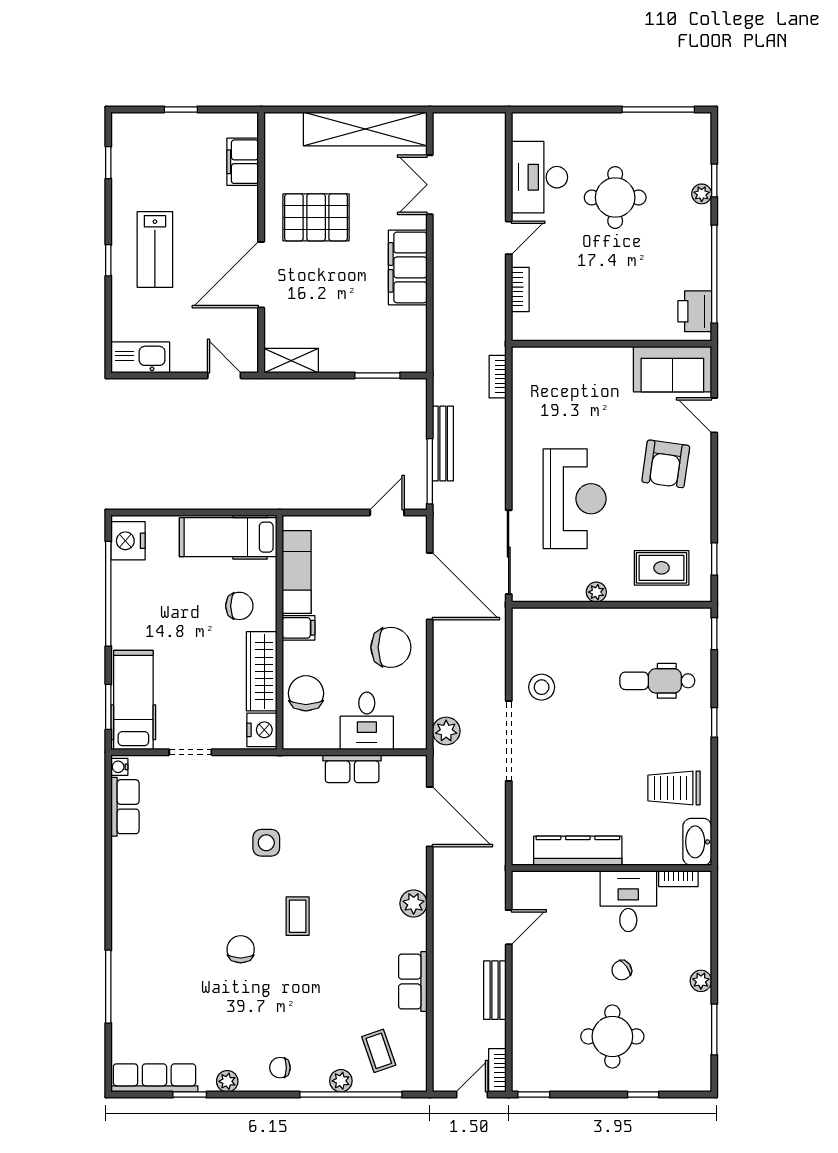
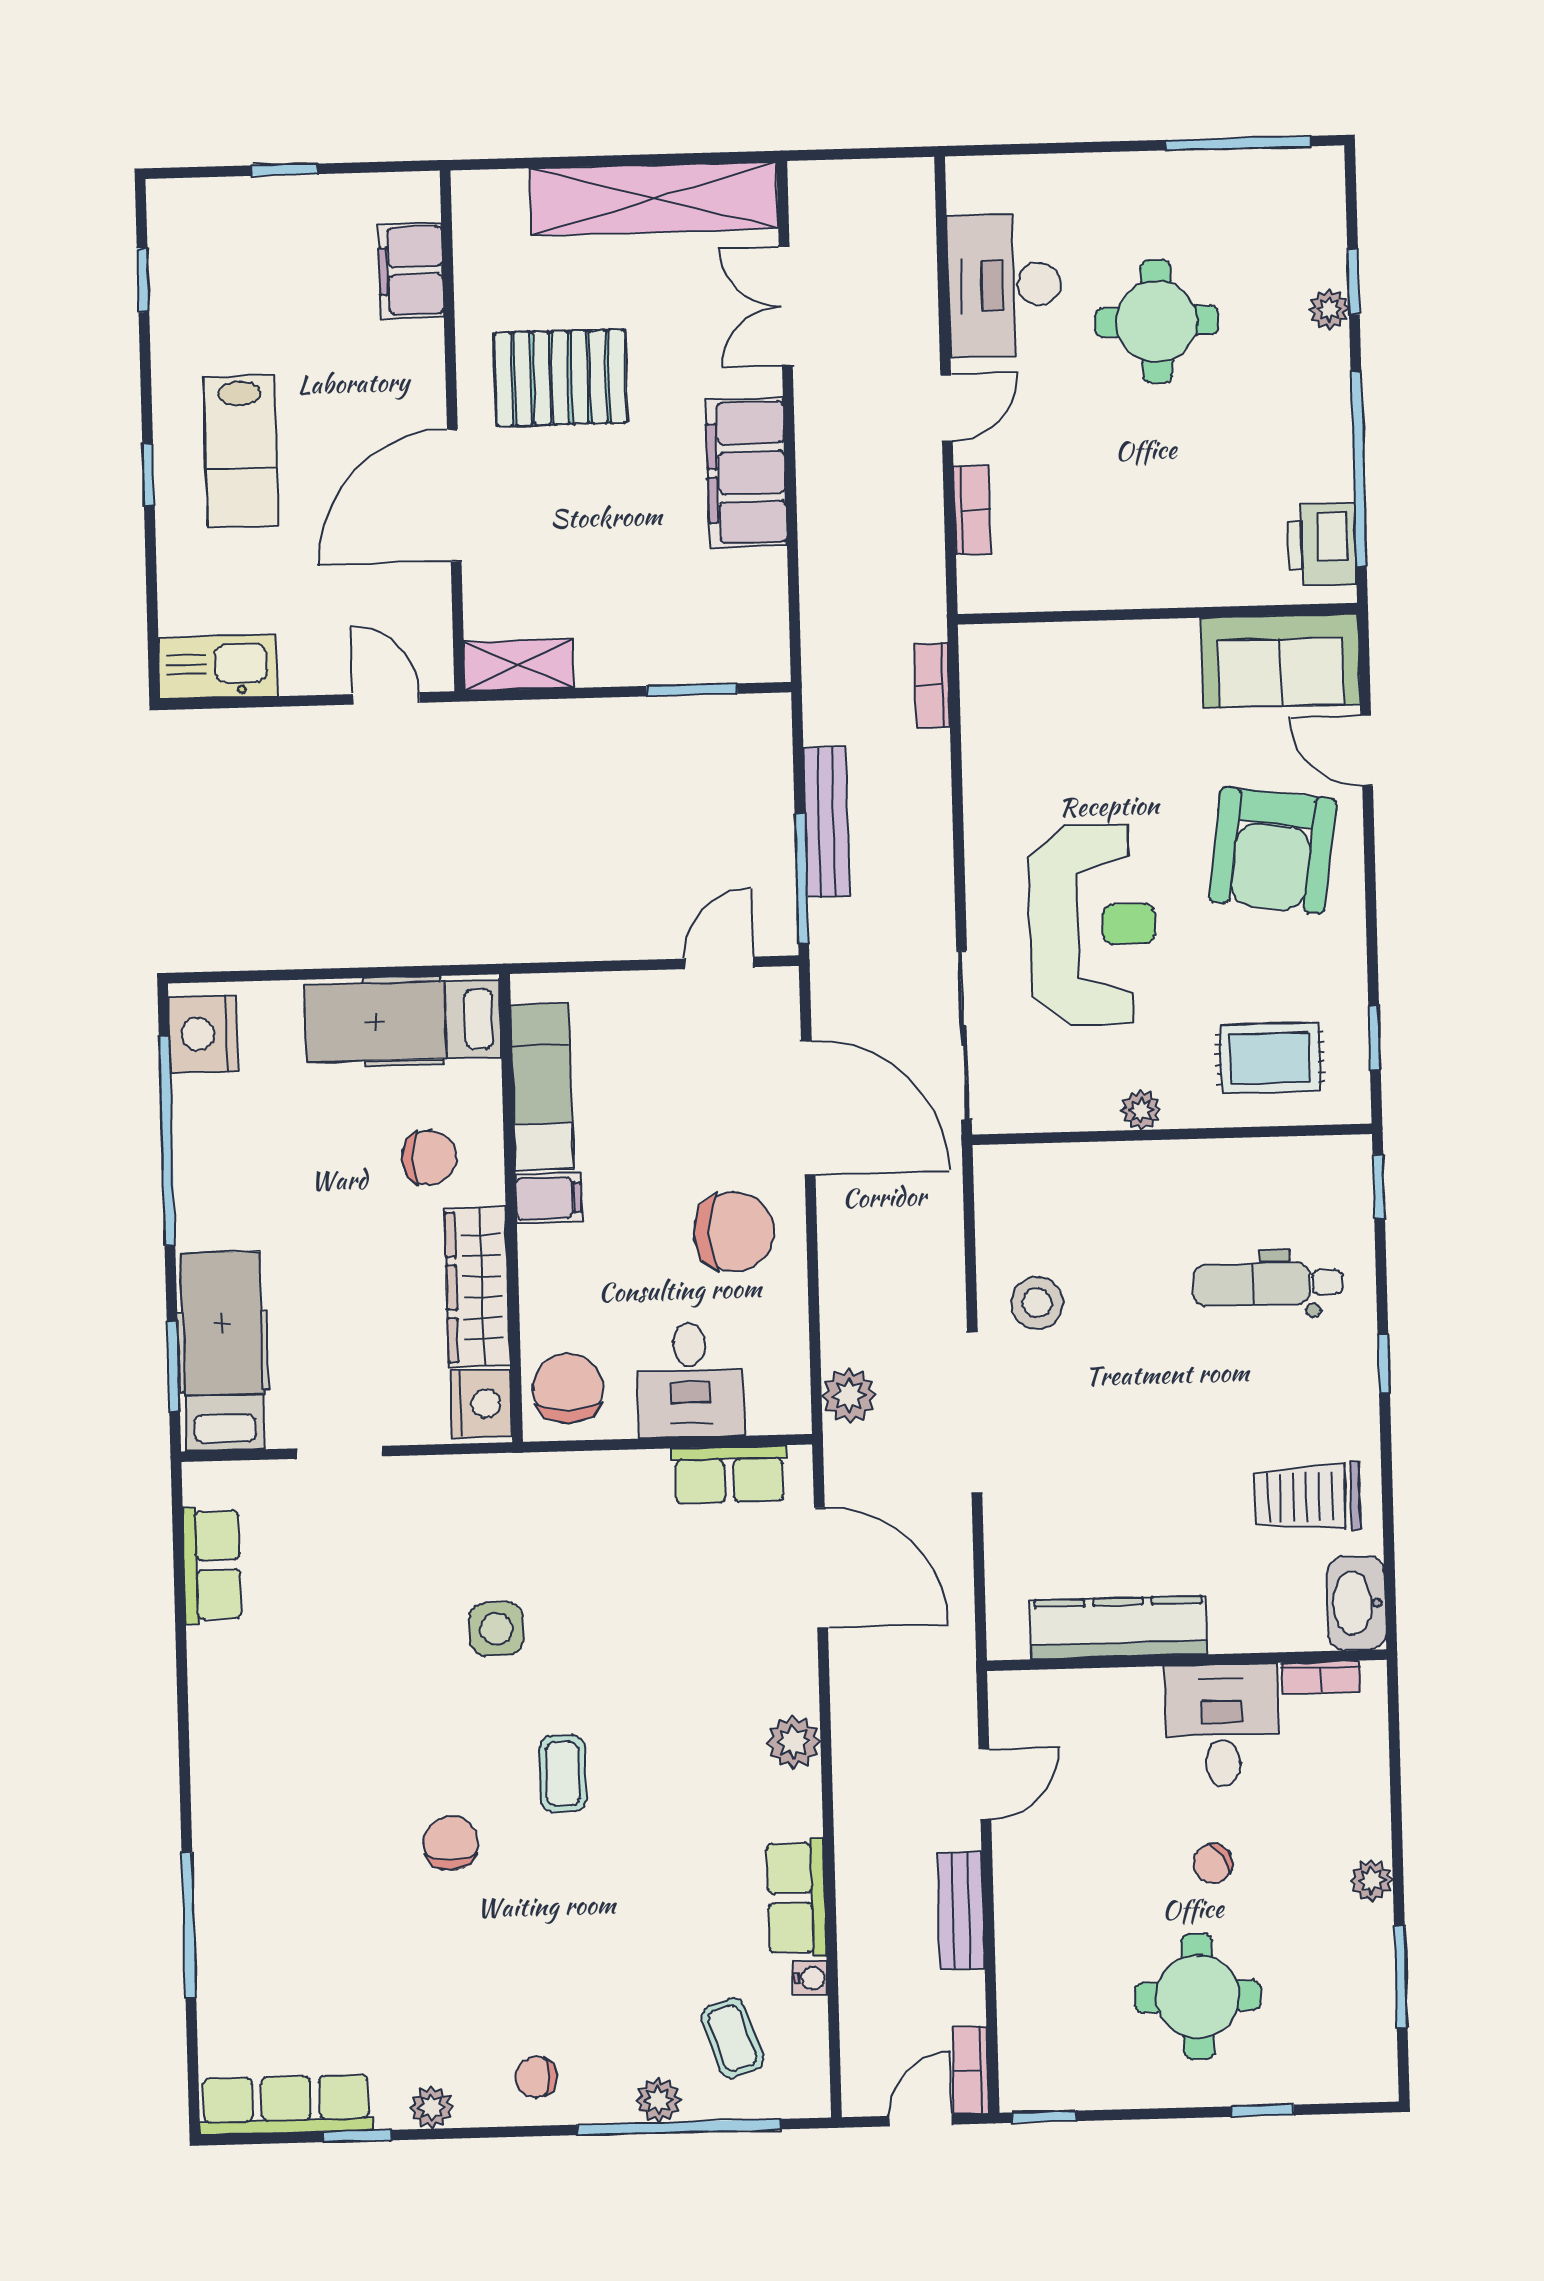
armchair: (666, 464) -> (1272, 850), width x1.36, depth x1.36
chair: (306, 693) -> (568, 1388), moved
water cooler: (119, 767) -> (810, 1978), moved, turned 180
row of seats: (352, 769) -> (729, 1475), moved

